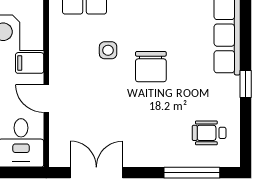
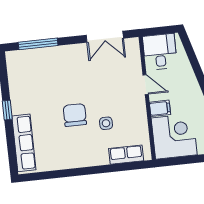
wheelchair: (209, 133) -> (29, 73), removed

